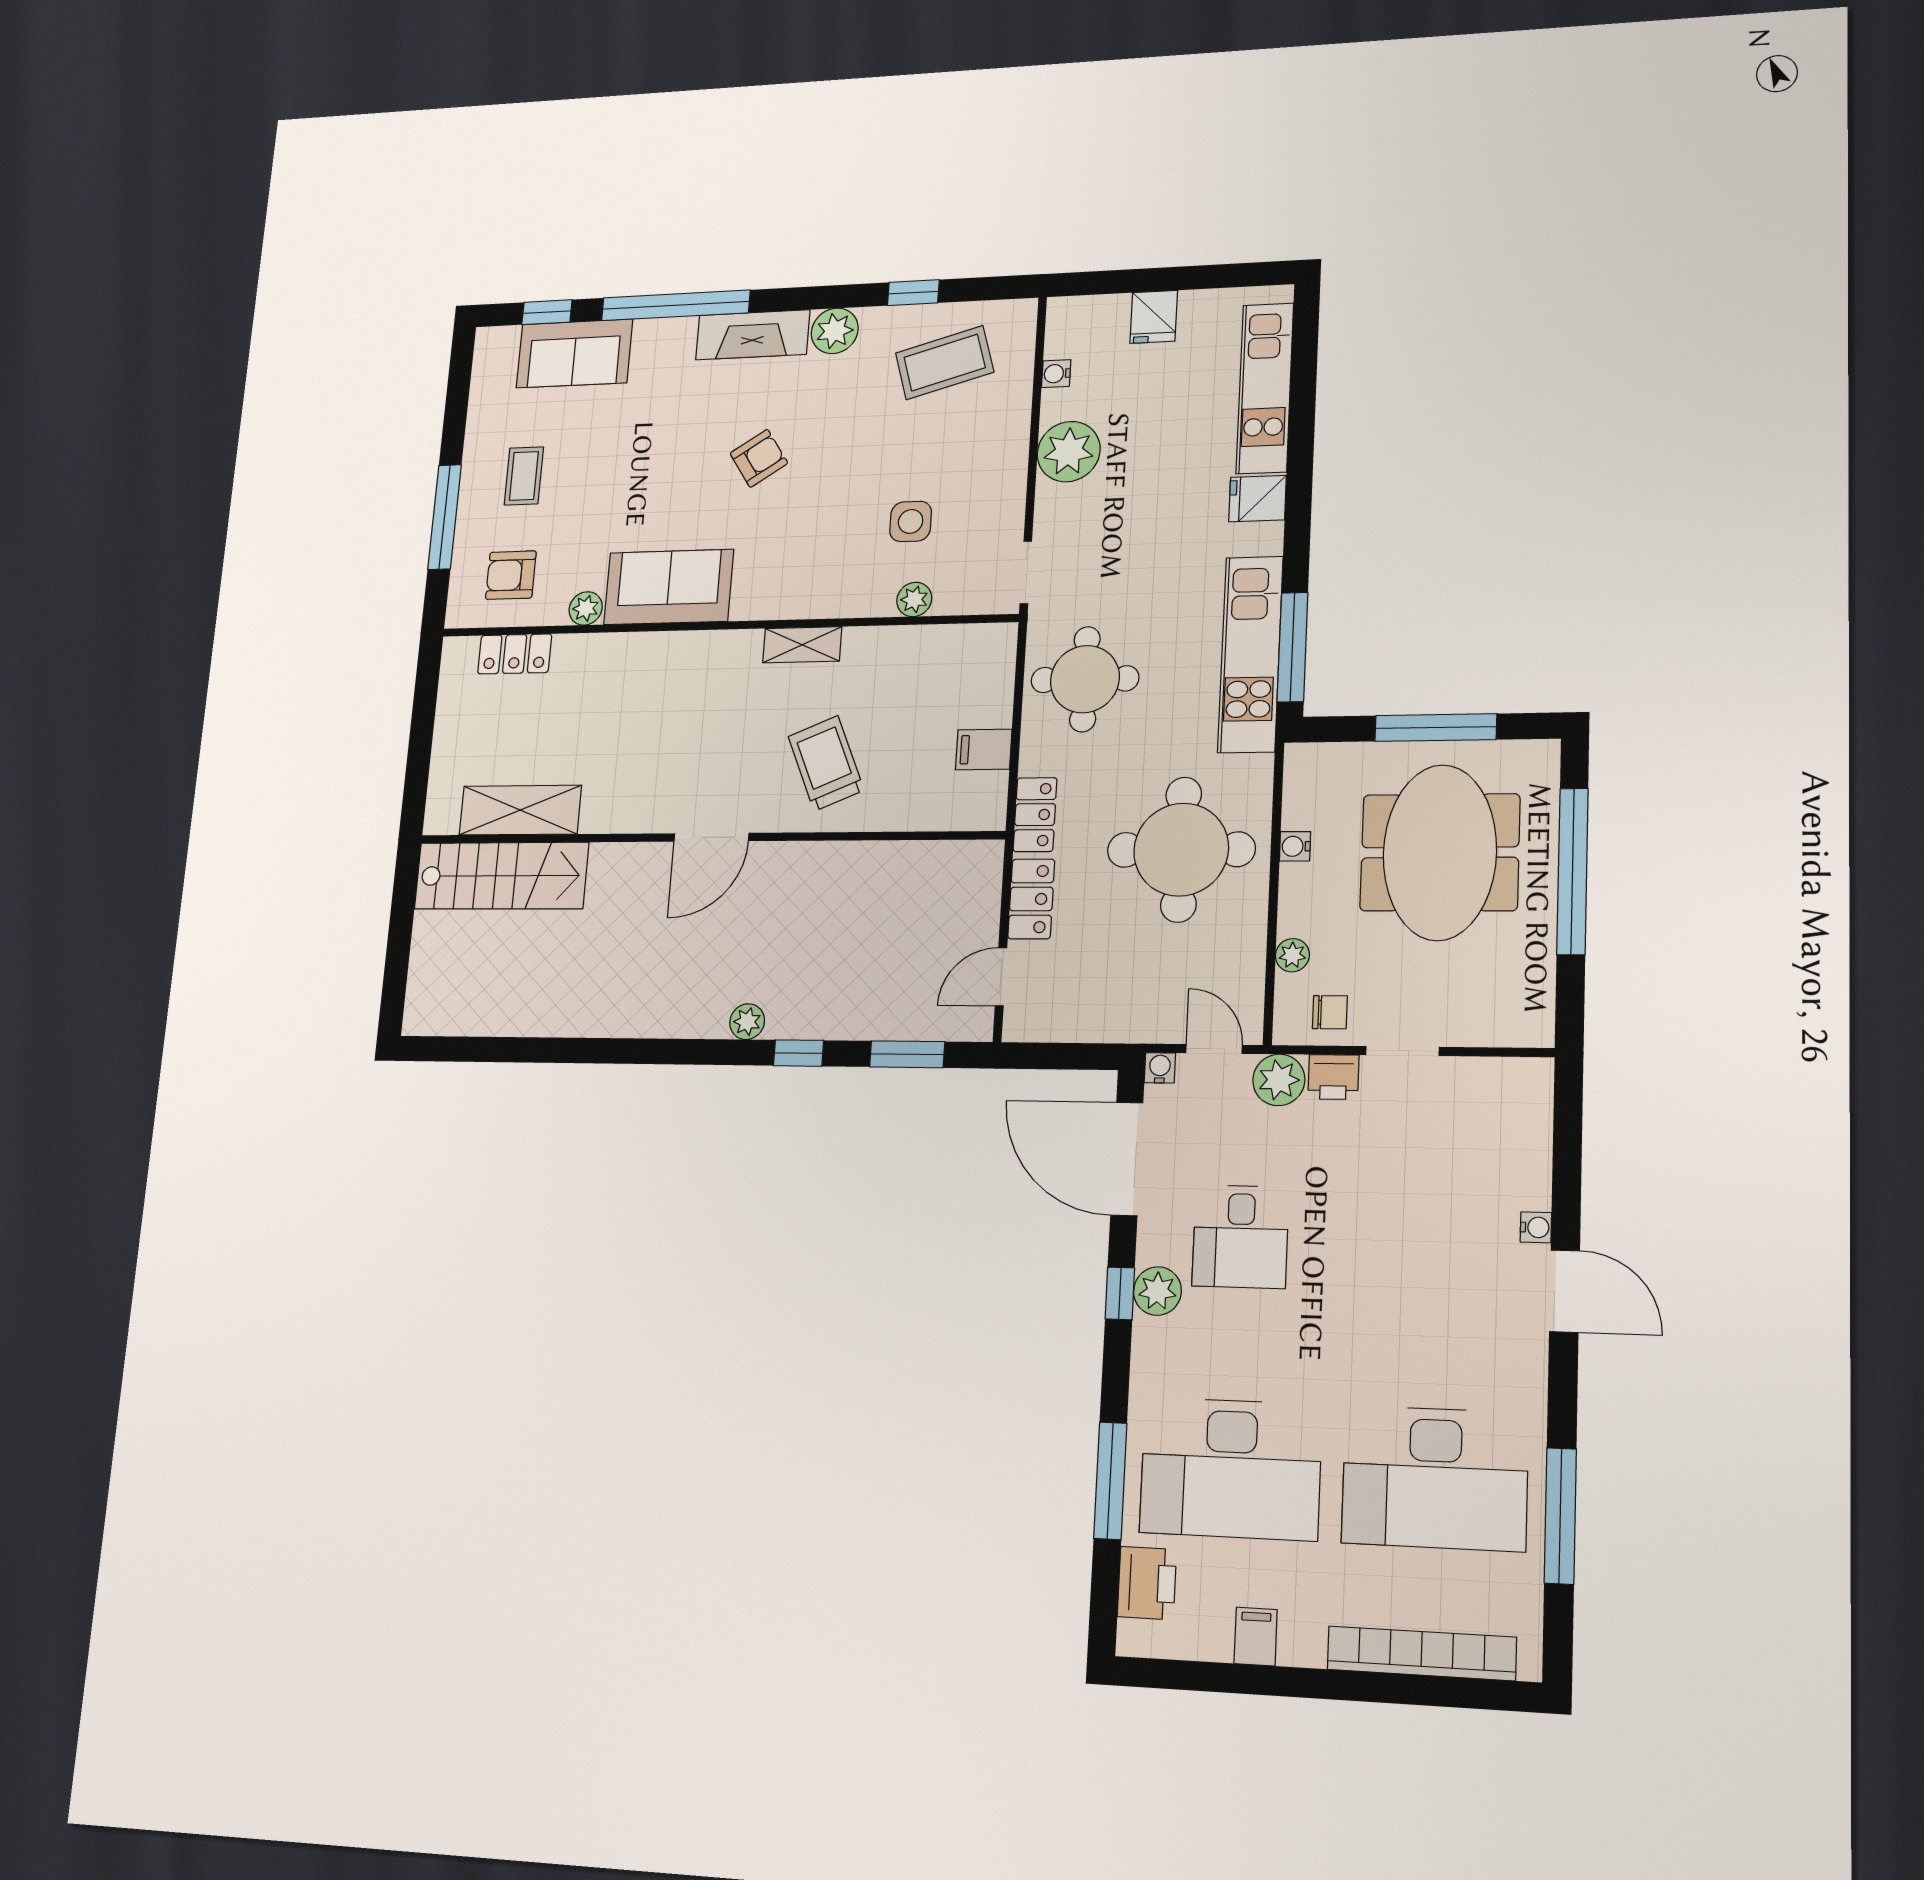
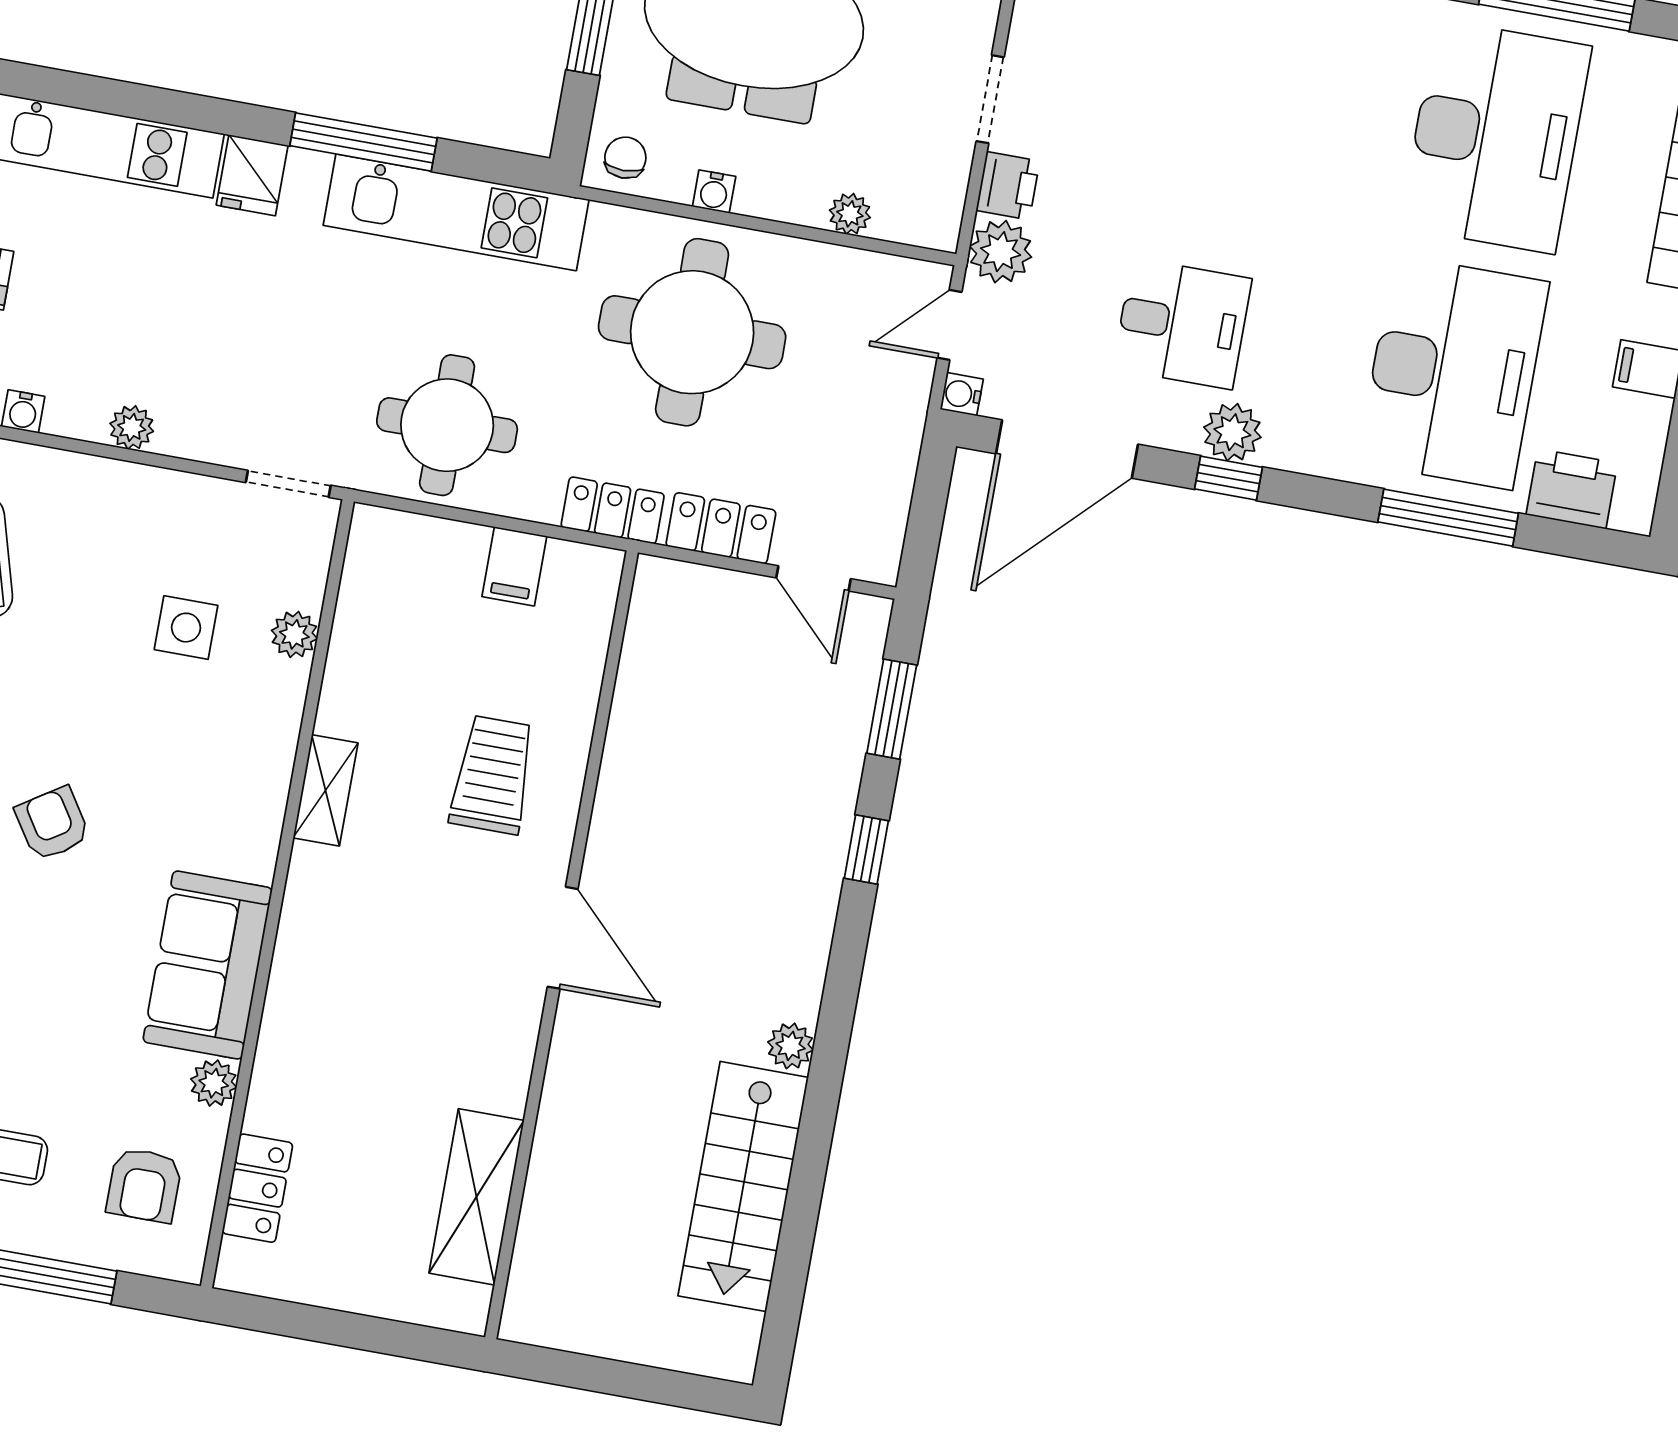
plant: (1069, 452) -> (132, 427), width x0.53, depth x0.53
window: (1292, 647) -> (363, 142), moved
trolley: (826, 763) -> (493, 775), turned 113
stairs: (501, 876) -> (743, 1187), moved, turned 180
chair: (1330, 1012) -> (625, 158), moved
plant: (747, 1022) -> (791, 1046), moved

